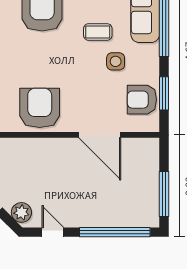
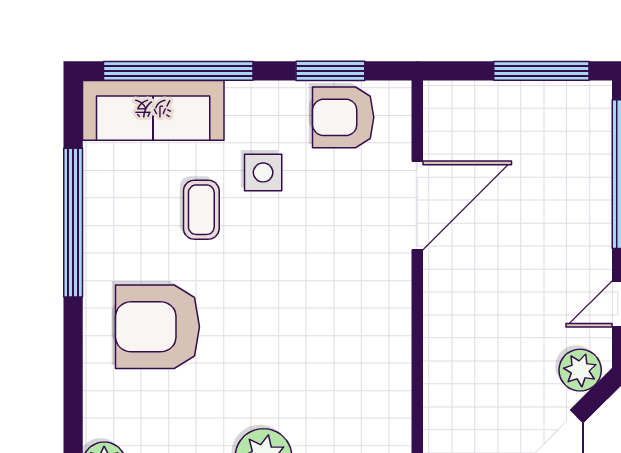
armchair: (142, 100) -> (343, 117), turned 90
armchair: (40, 108) -> (361, 332), removed

